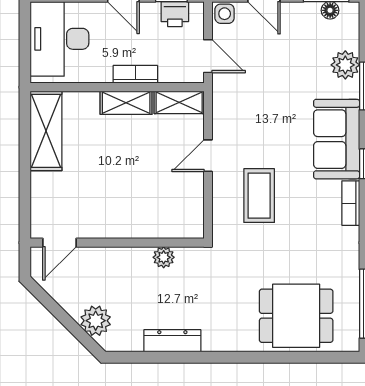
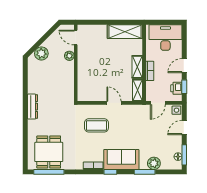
plant: (164, 257) -> (69, 56), moved
dining table: (296, 316) -> (49, 152), moved
dresser: (172, 341) -> (33, 107), moved

